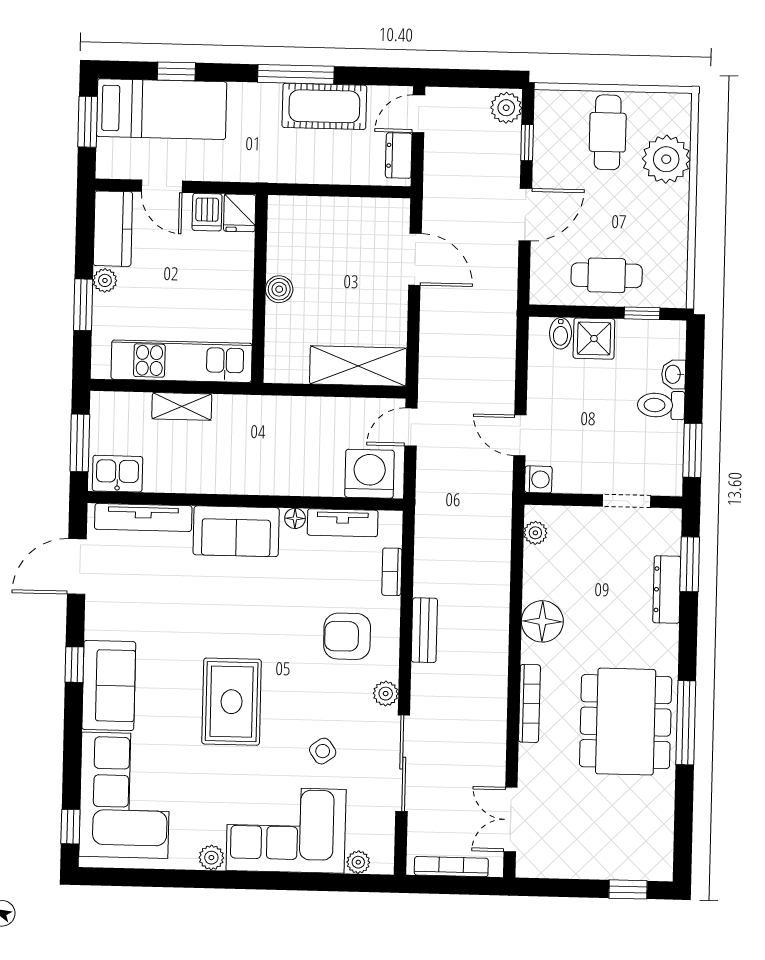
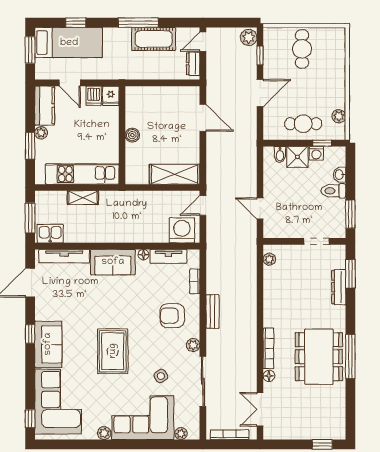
plant: (666, 159) -> (339, 116), moved, width x0.53, depth x0.53
washing machine: (538, 479) -> (316, 153), moved, turned 90
floor lamp: (542, 621) -> (269, 376), moved, width x0.53, depth x0.53

